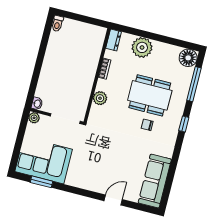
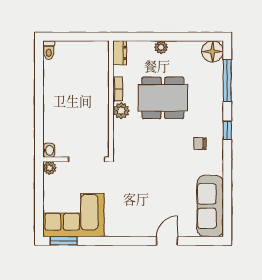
plant: (142, 47) -> (161, 47), width x0.53, depth x0.53
dining table: (150, 95) -> (163, 98), moved
plant: (100, 98) -> (121, 111), moved
chair: (147, 125) -> (200, 144), moved
window: (41, 182) -> (64, 241), moved

